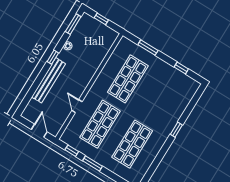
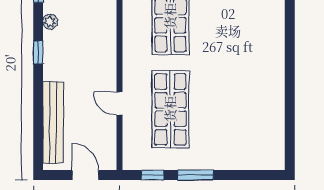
bench: (49, 80) -> (53, 122), moved
window: (176, 130) -> (290, 47), removed
shop shelf: (132, 144) -> (237, 109), removed

